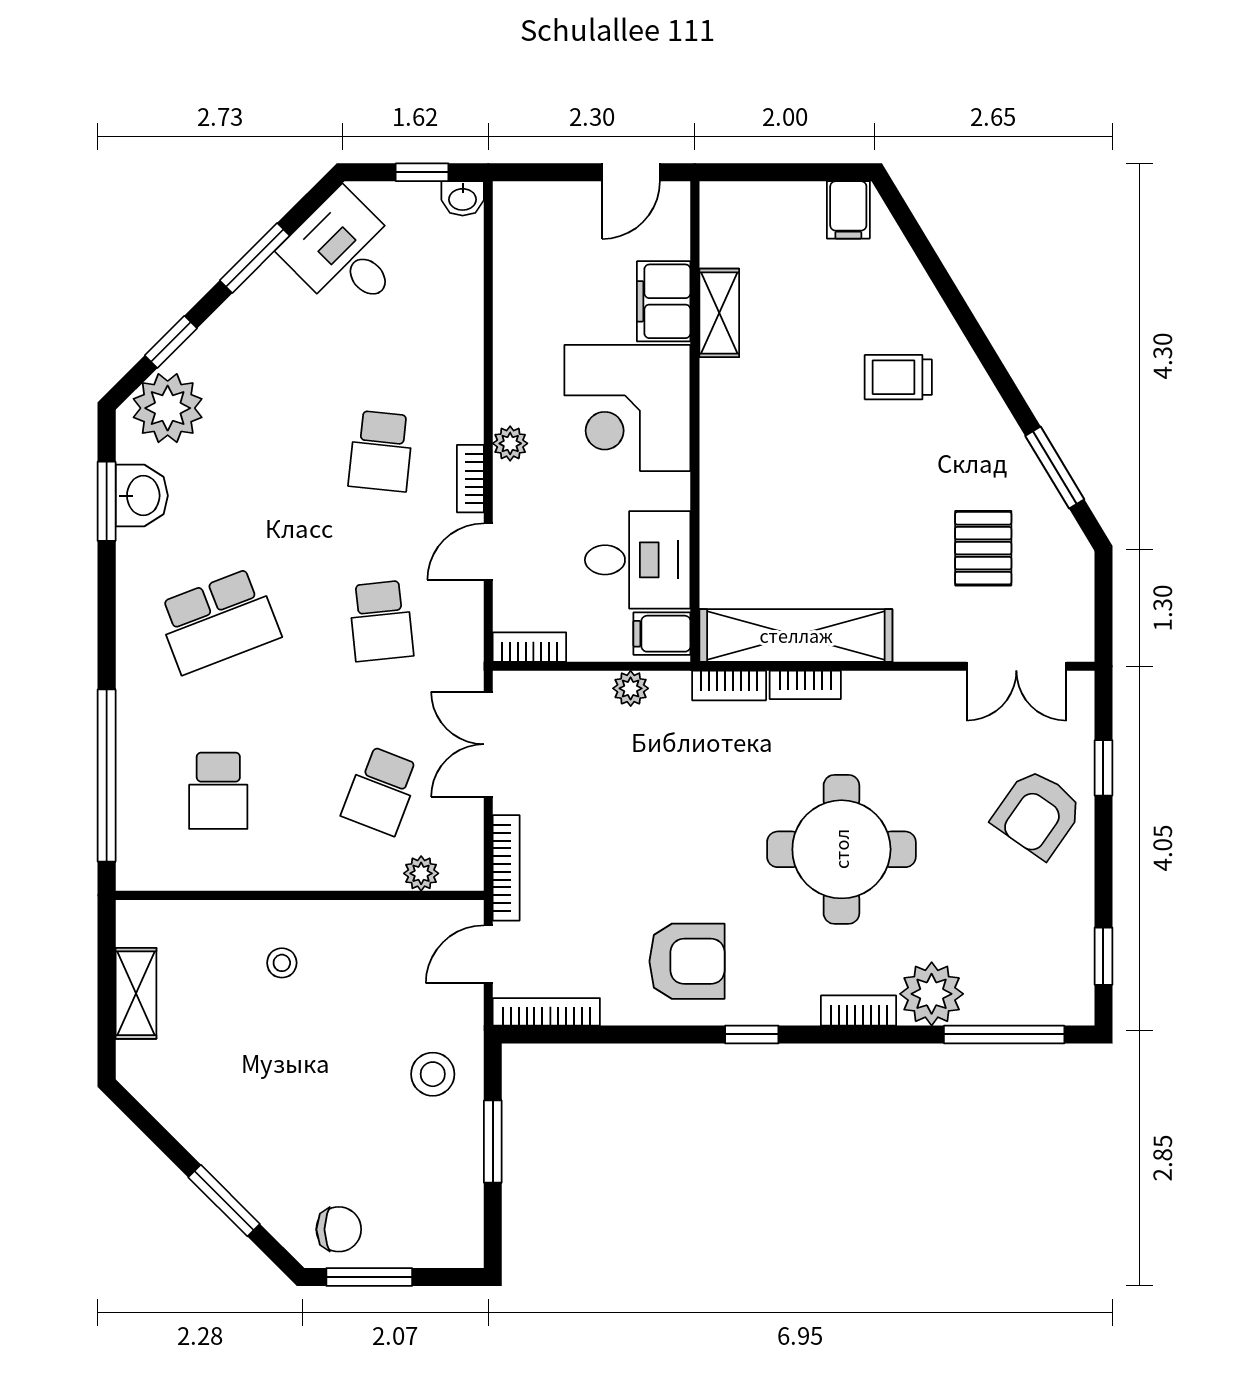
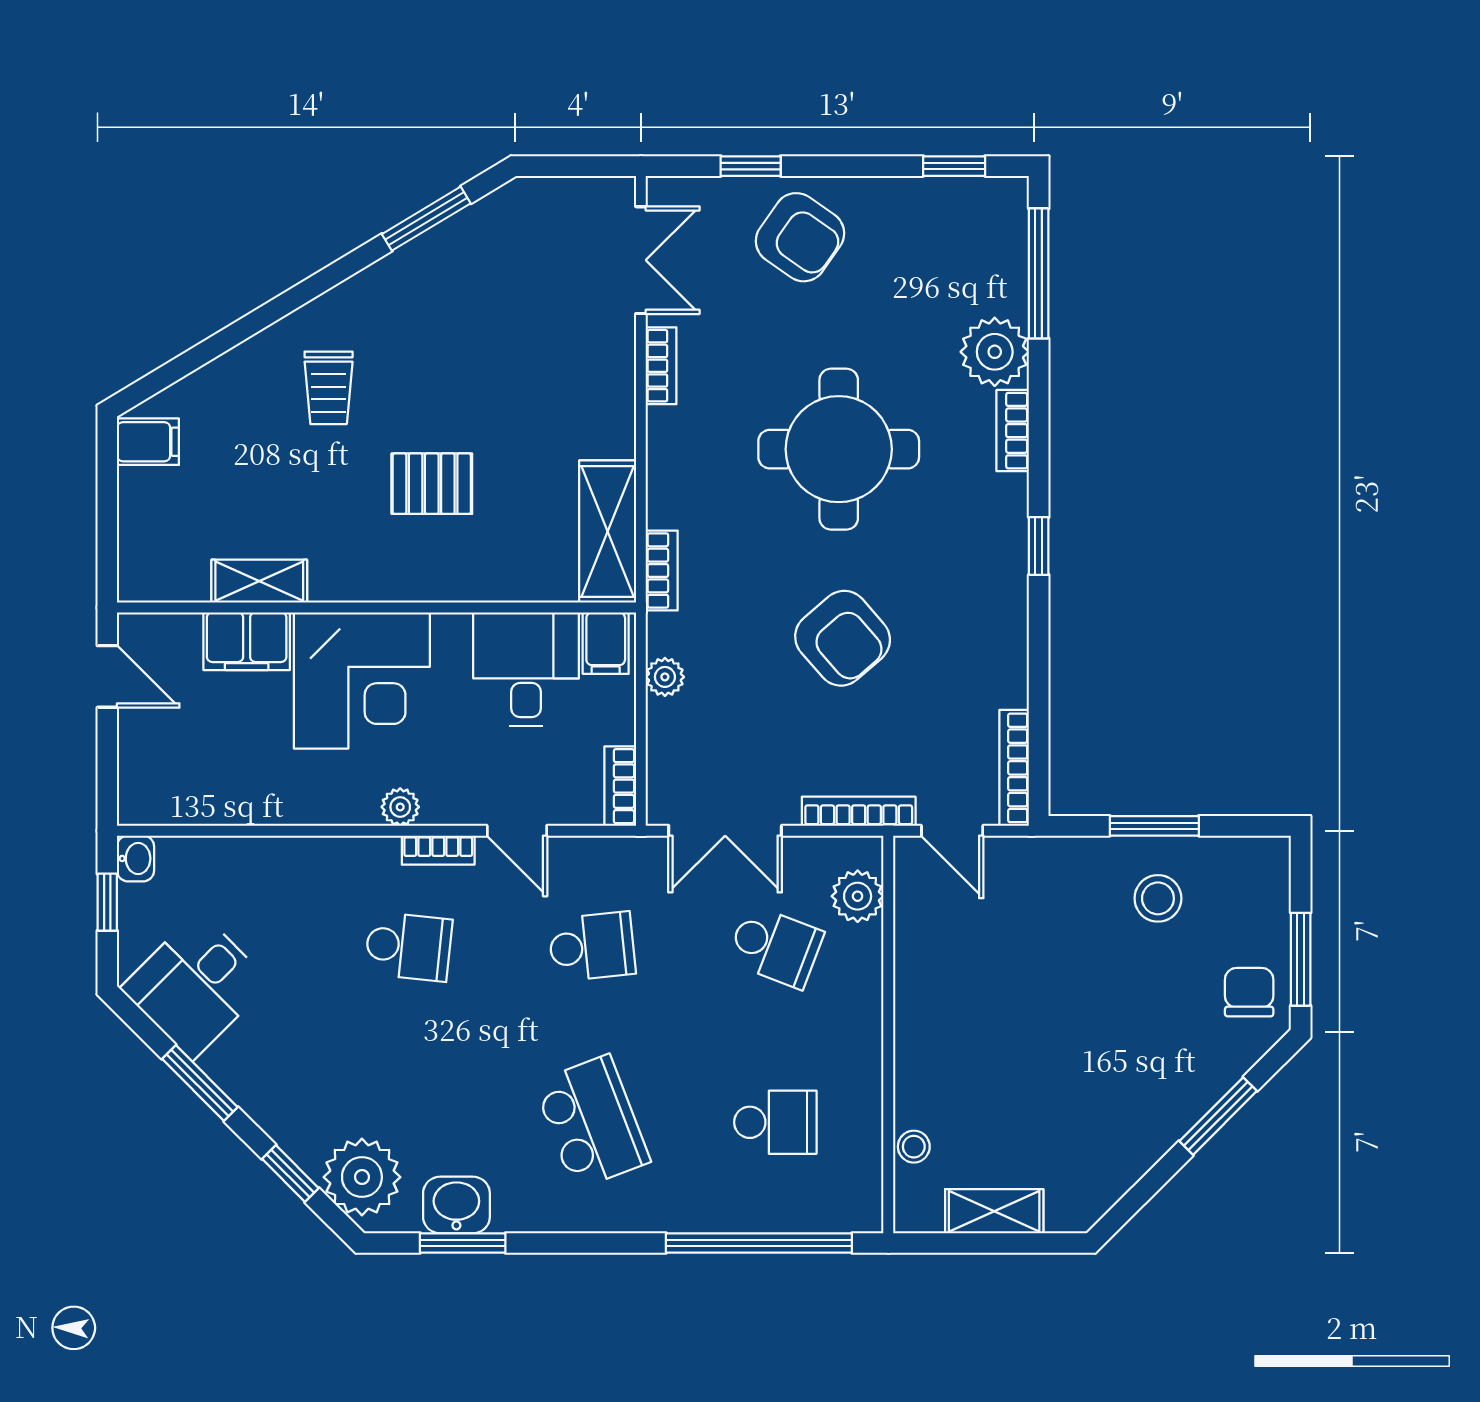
pallet: (983, 548) -> (432, 484), moved
shelving: (796, 635) -> (608, 532), width x0.68
bookcase: (805, 685) -> (661, 366), moved
plant: (421, 873) -> (858, 896), width x1.38, depth x1.38
armchair: (687, 961) -> (843, 638), moved, turned 139
stool: (282, 963) -> (914, 1147), moved
stool: (433, 1074) -> (1158, 898), moved

